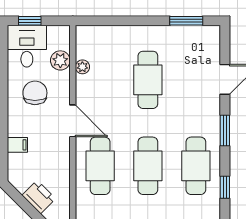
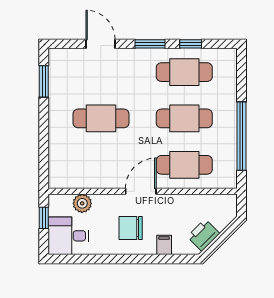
window: (30, 21) -> (44, 218), moved
plant: (82, 67) -> (88, 182), removed
chair: (35, 93) -> (131, 228), moved
window: (225, 187) -> (191, 44), moved
printer: (39, 197) -> (203, 235), moved

